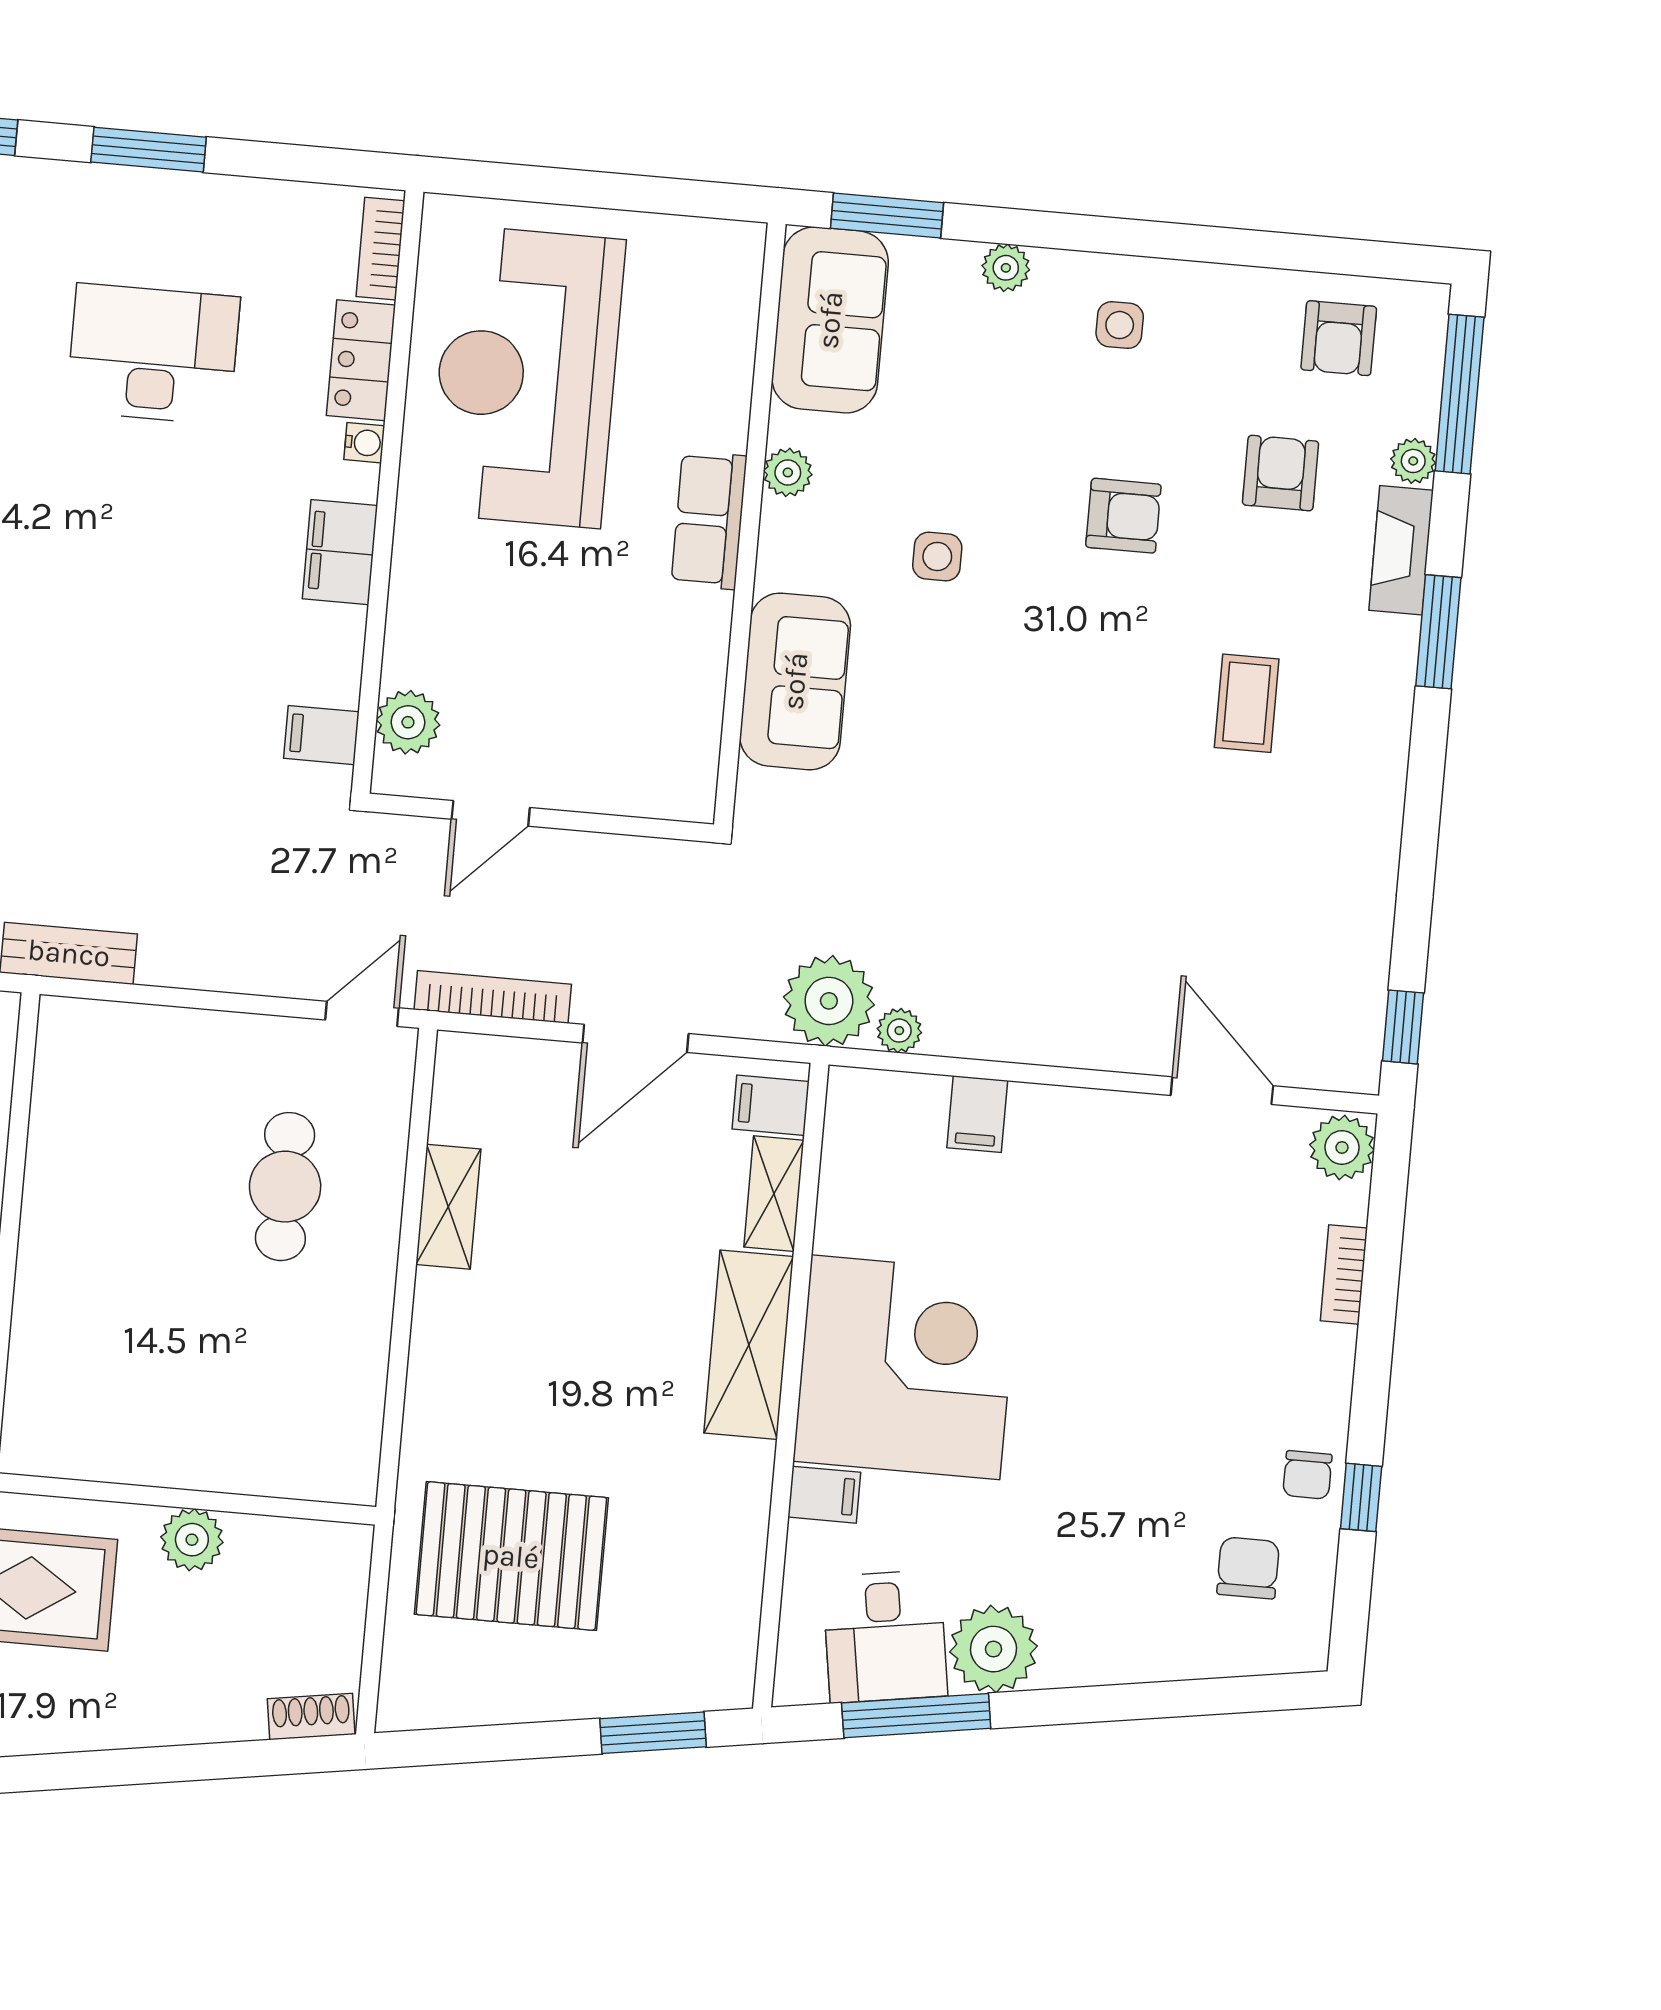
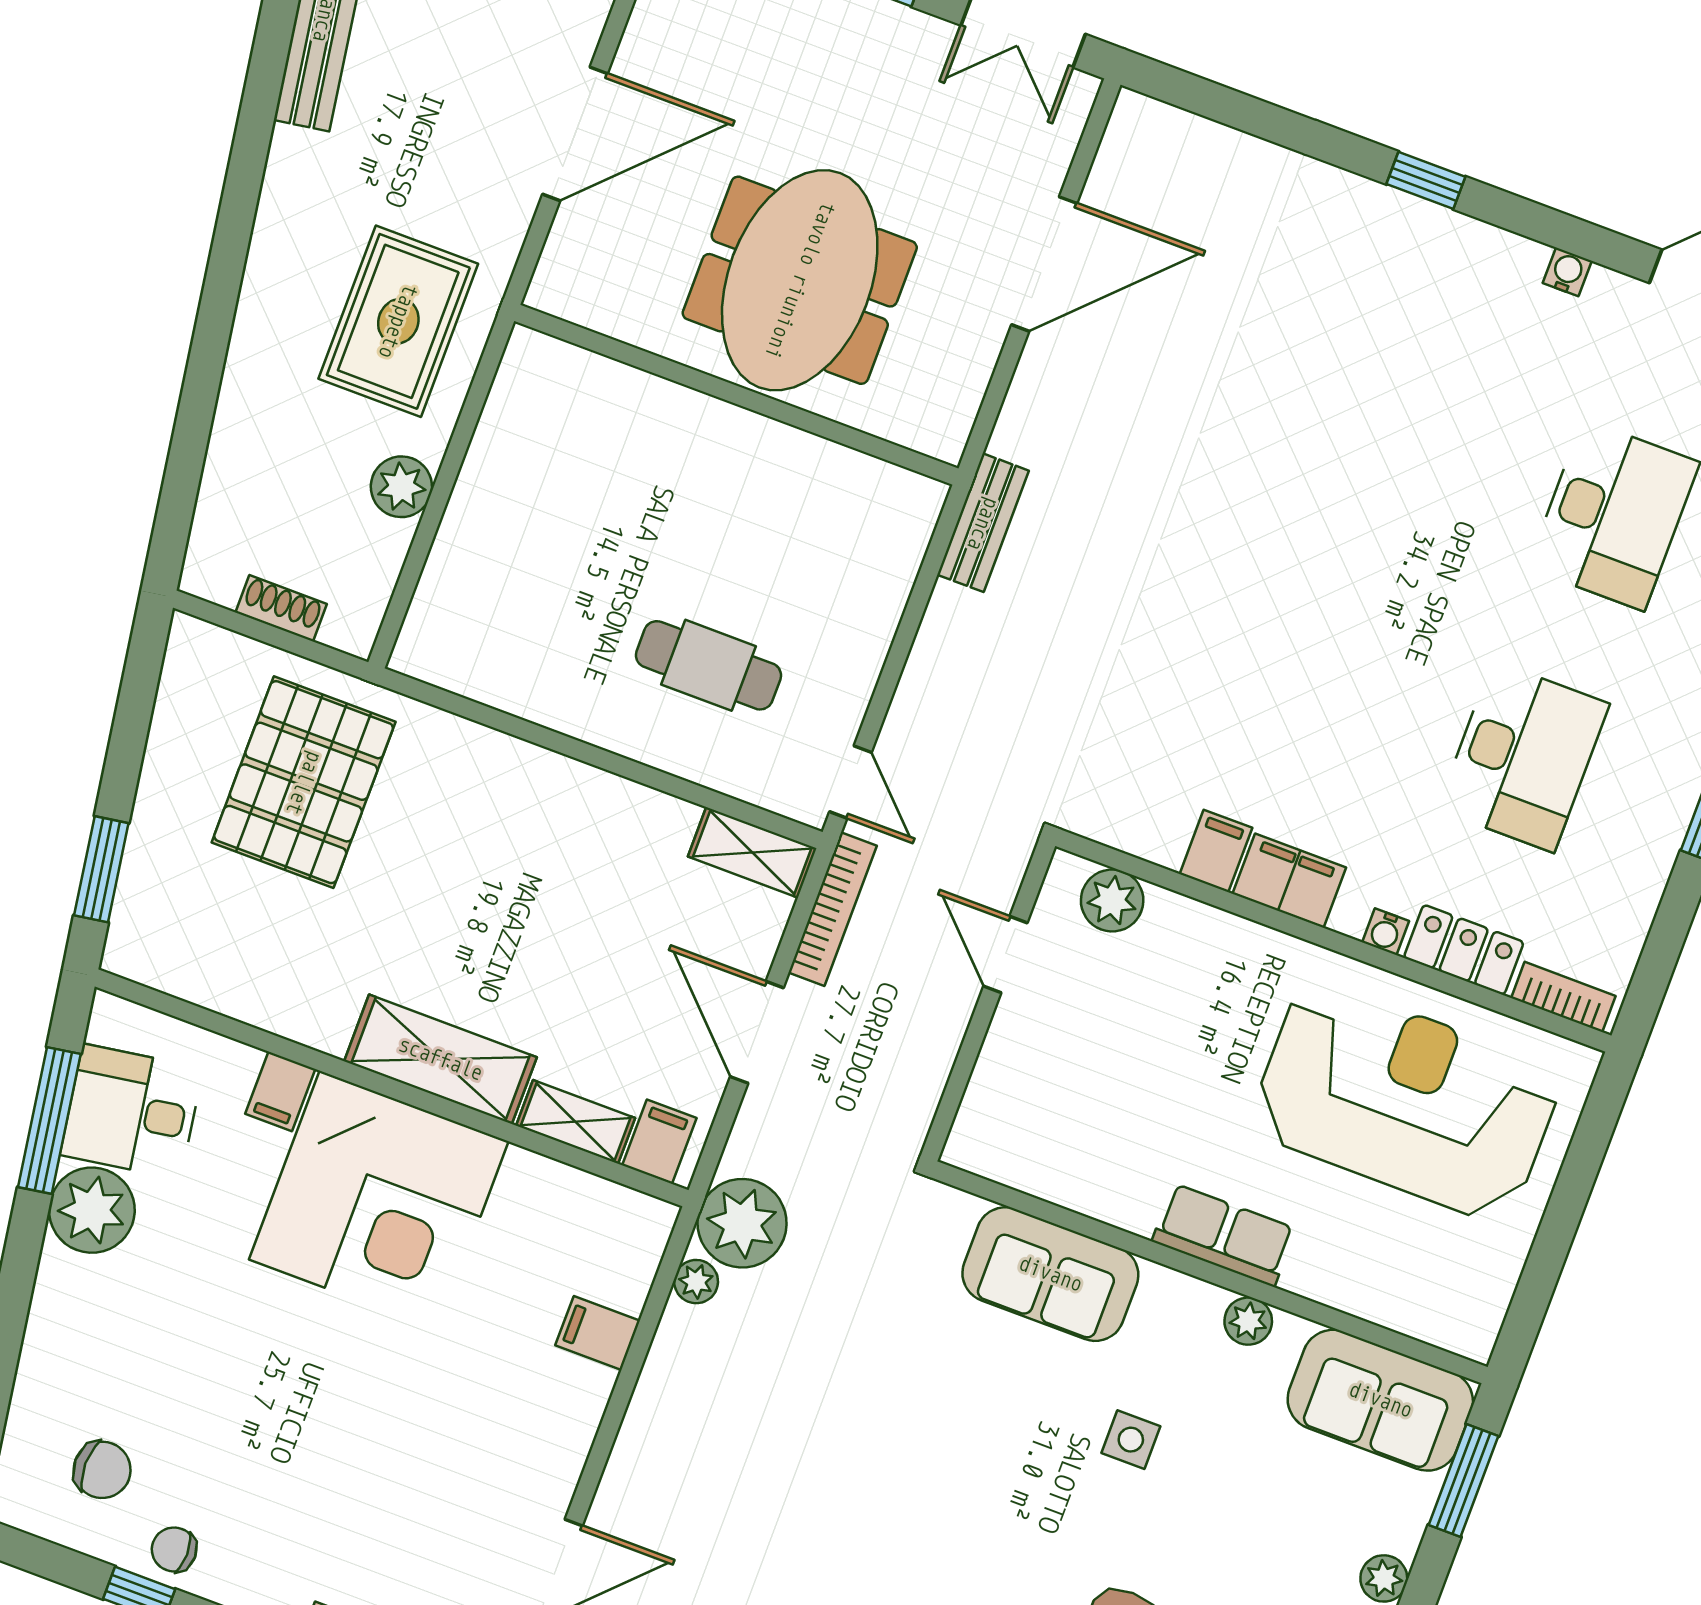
filing cabinet: (321, 735) -> (1216, 851), moved
shelving: (448, 1207) -> (752, 852), moved
shoe rack: (311, 1717) -> (281, 608), moved, turned -81

